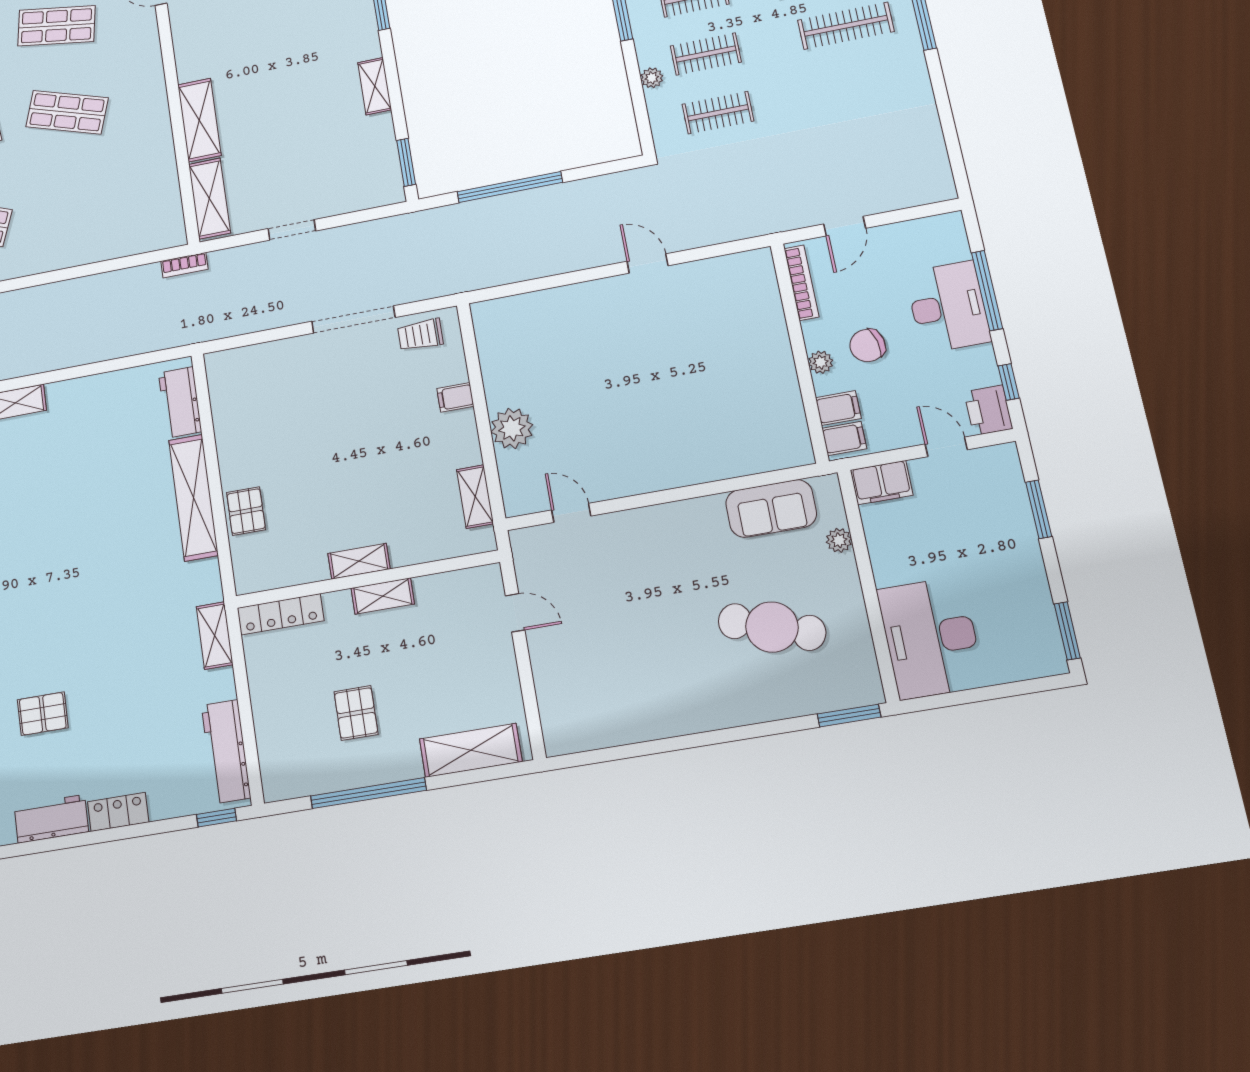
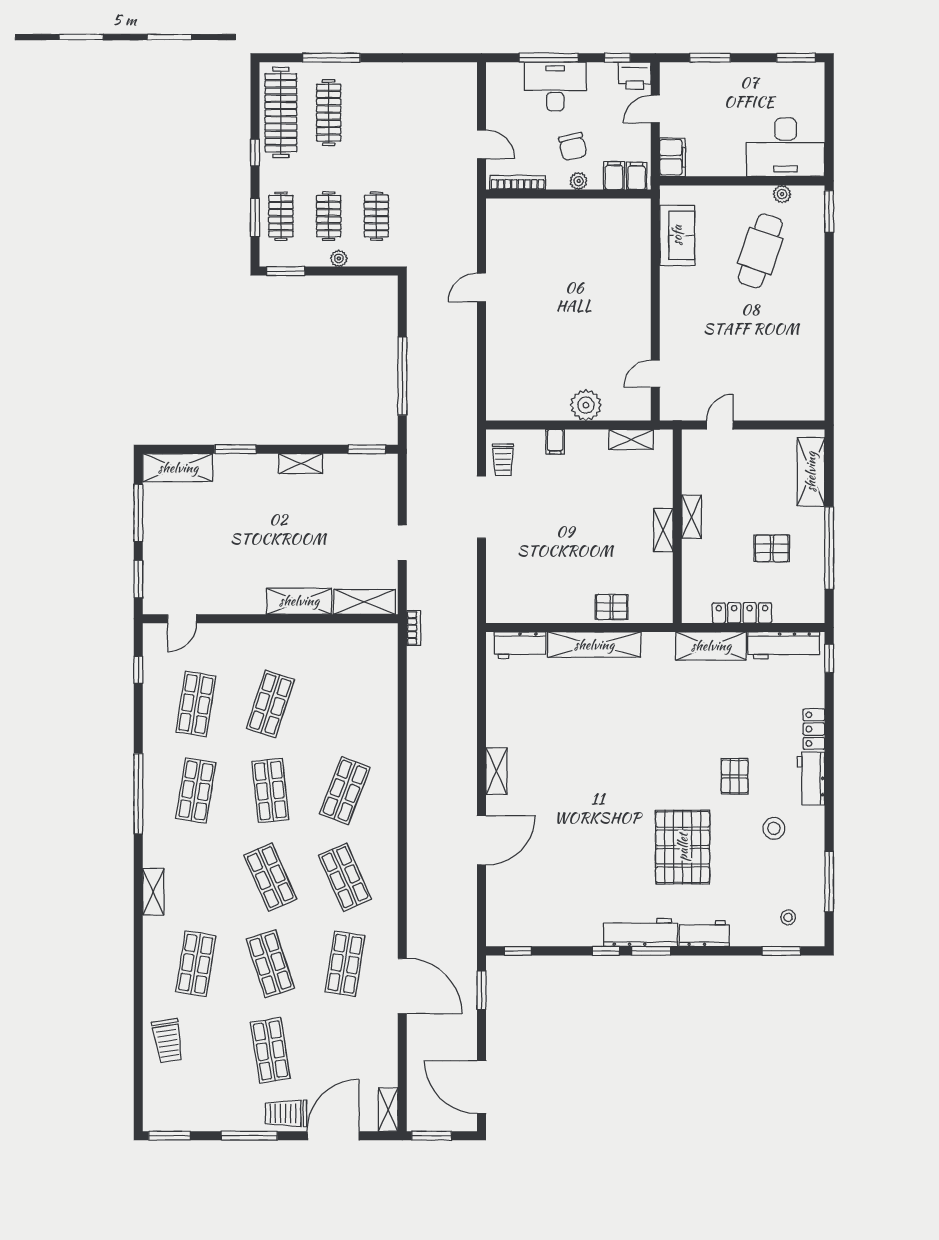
plant: (839, 540) -> (782, 194), moved
locker: (281, 614) -> (742, 613), moved, turned -90
shelving: (215, 636) -> (711, 646), width x1.50, depth x1.33

